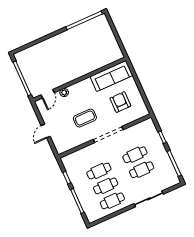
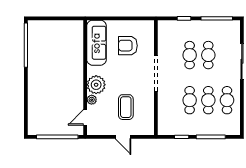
plant: (78, 91) -> (96, 85), added
door: (48, 94) -> (85, 117), swing flipped
coffee table: (85, 118) -> (126, 107), moved

